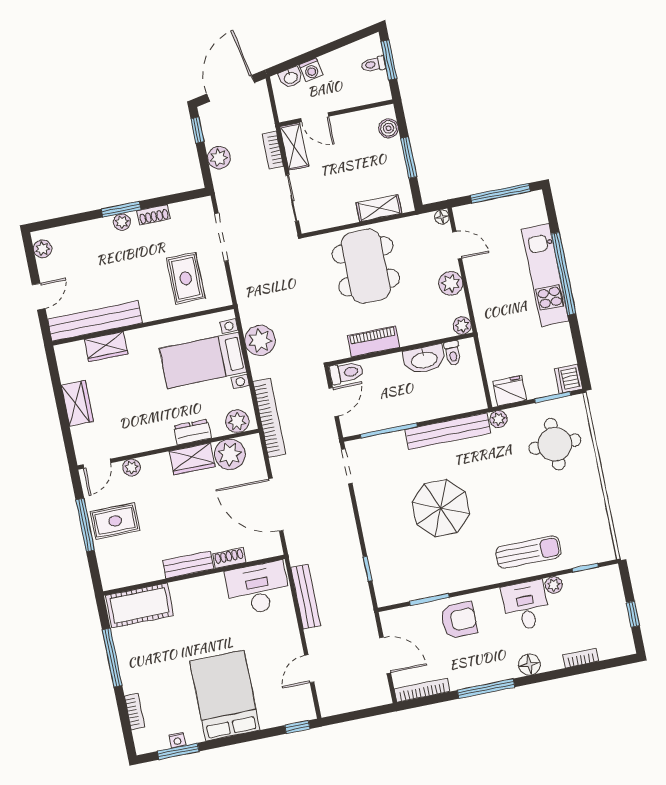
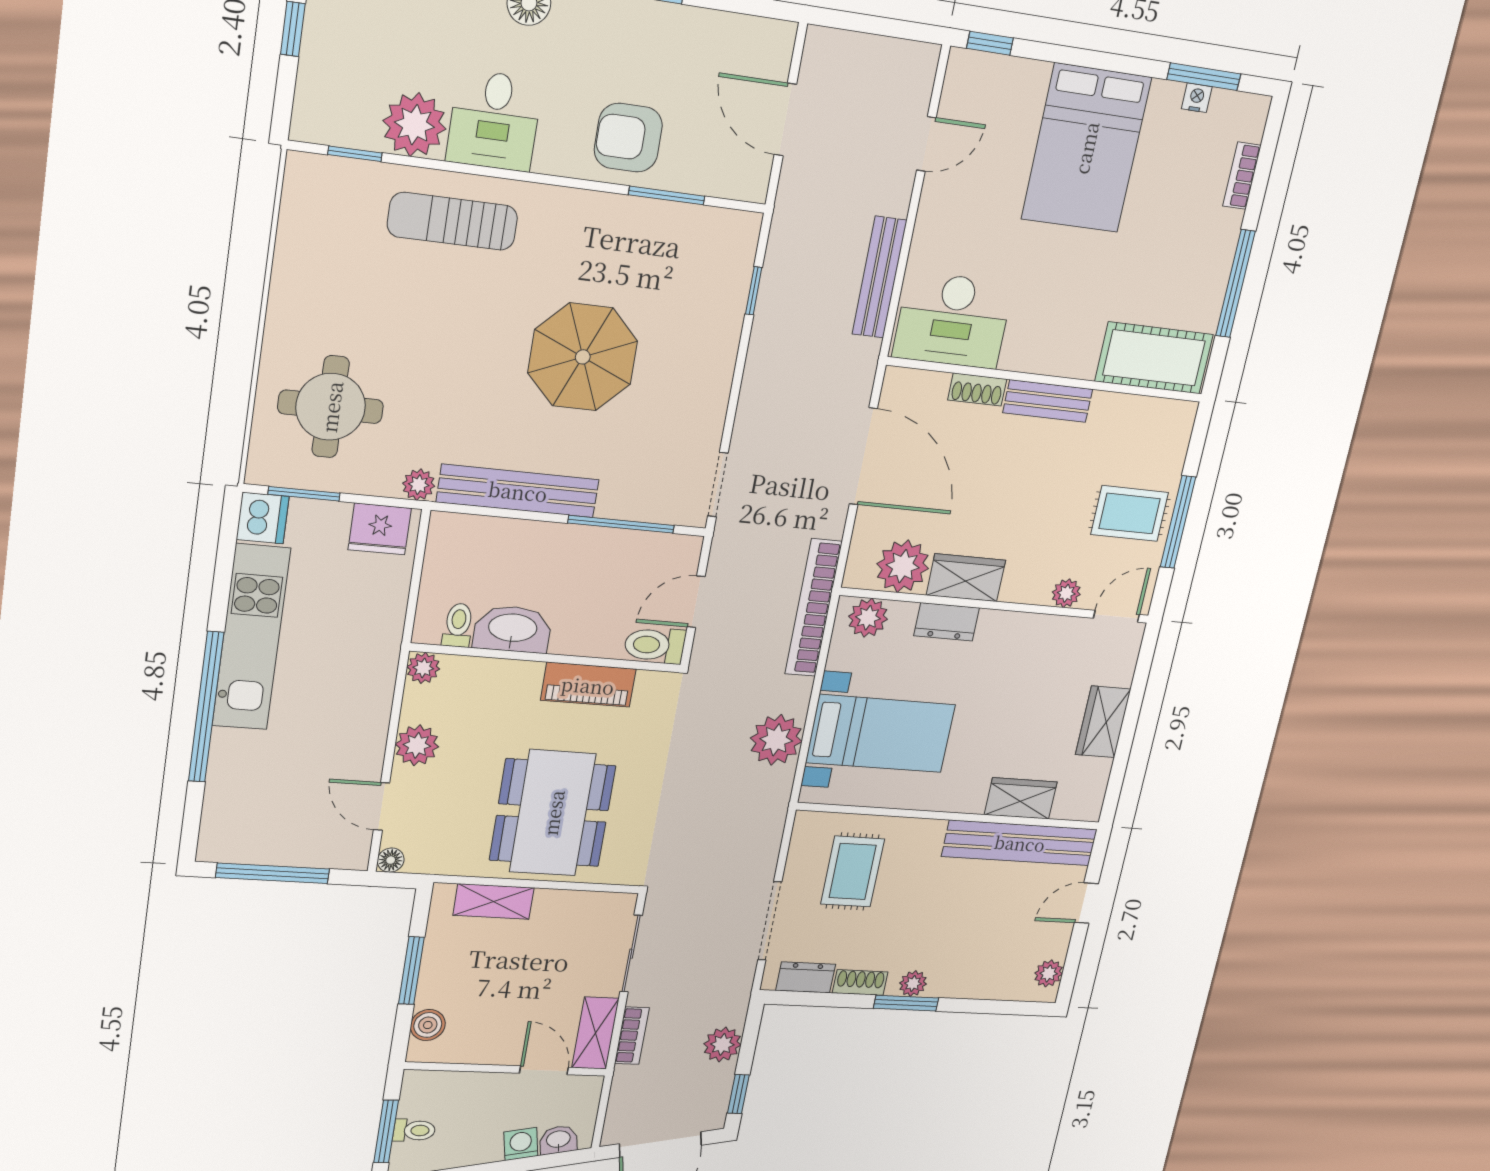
dresser: (187, 210) -> (806, 977), added
kitchen unit: (545, 275) -> (251, 637), moved
plant: (554, 585) -> (414, 125), width x1.88, depth x1.88
bookcase: (422, 690) -> (745, 28), removed

